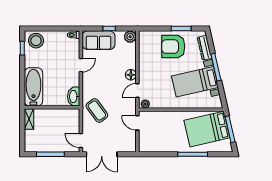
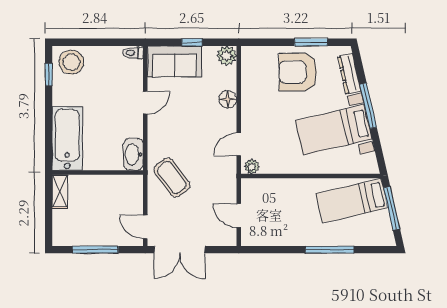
floor lamp: (131, 75) -> (228, 99), moved
door: (137, 123) -> (239, 216), moved
bed: (207, 129) -> (352, 201), width x0.67

